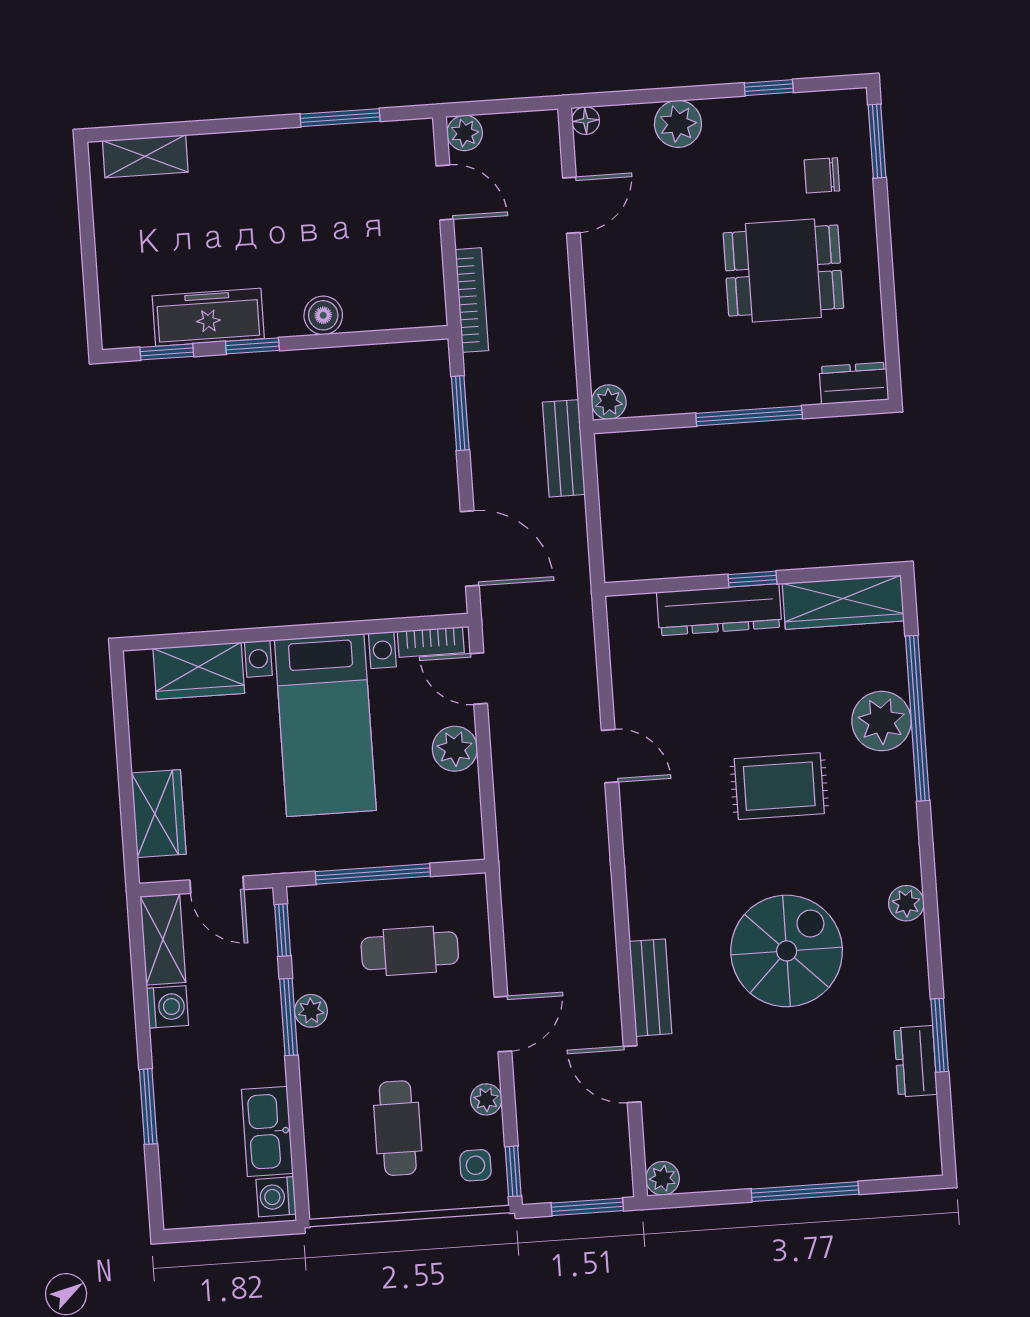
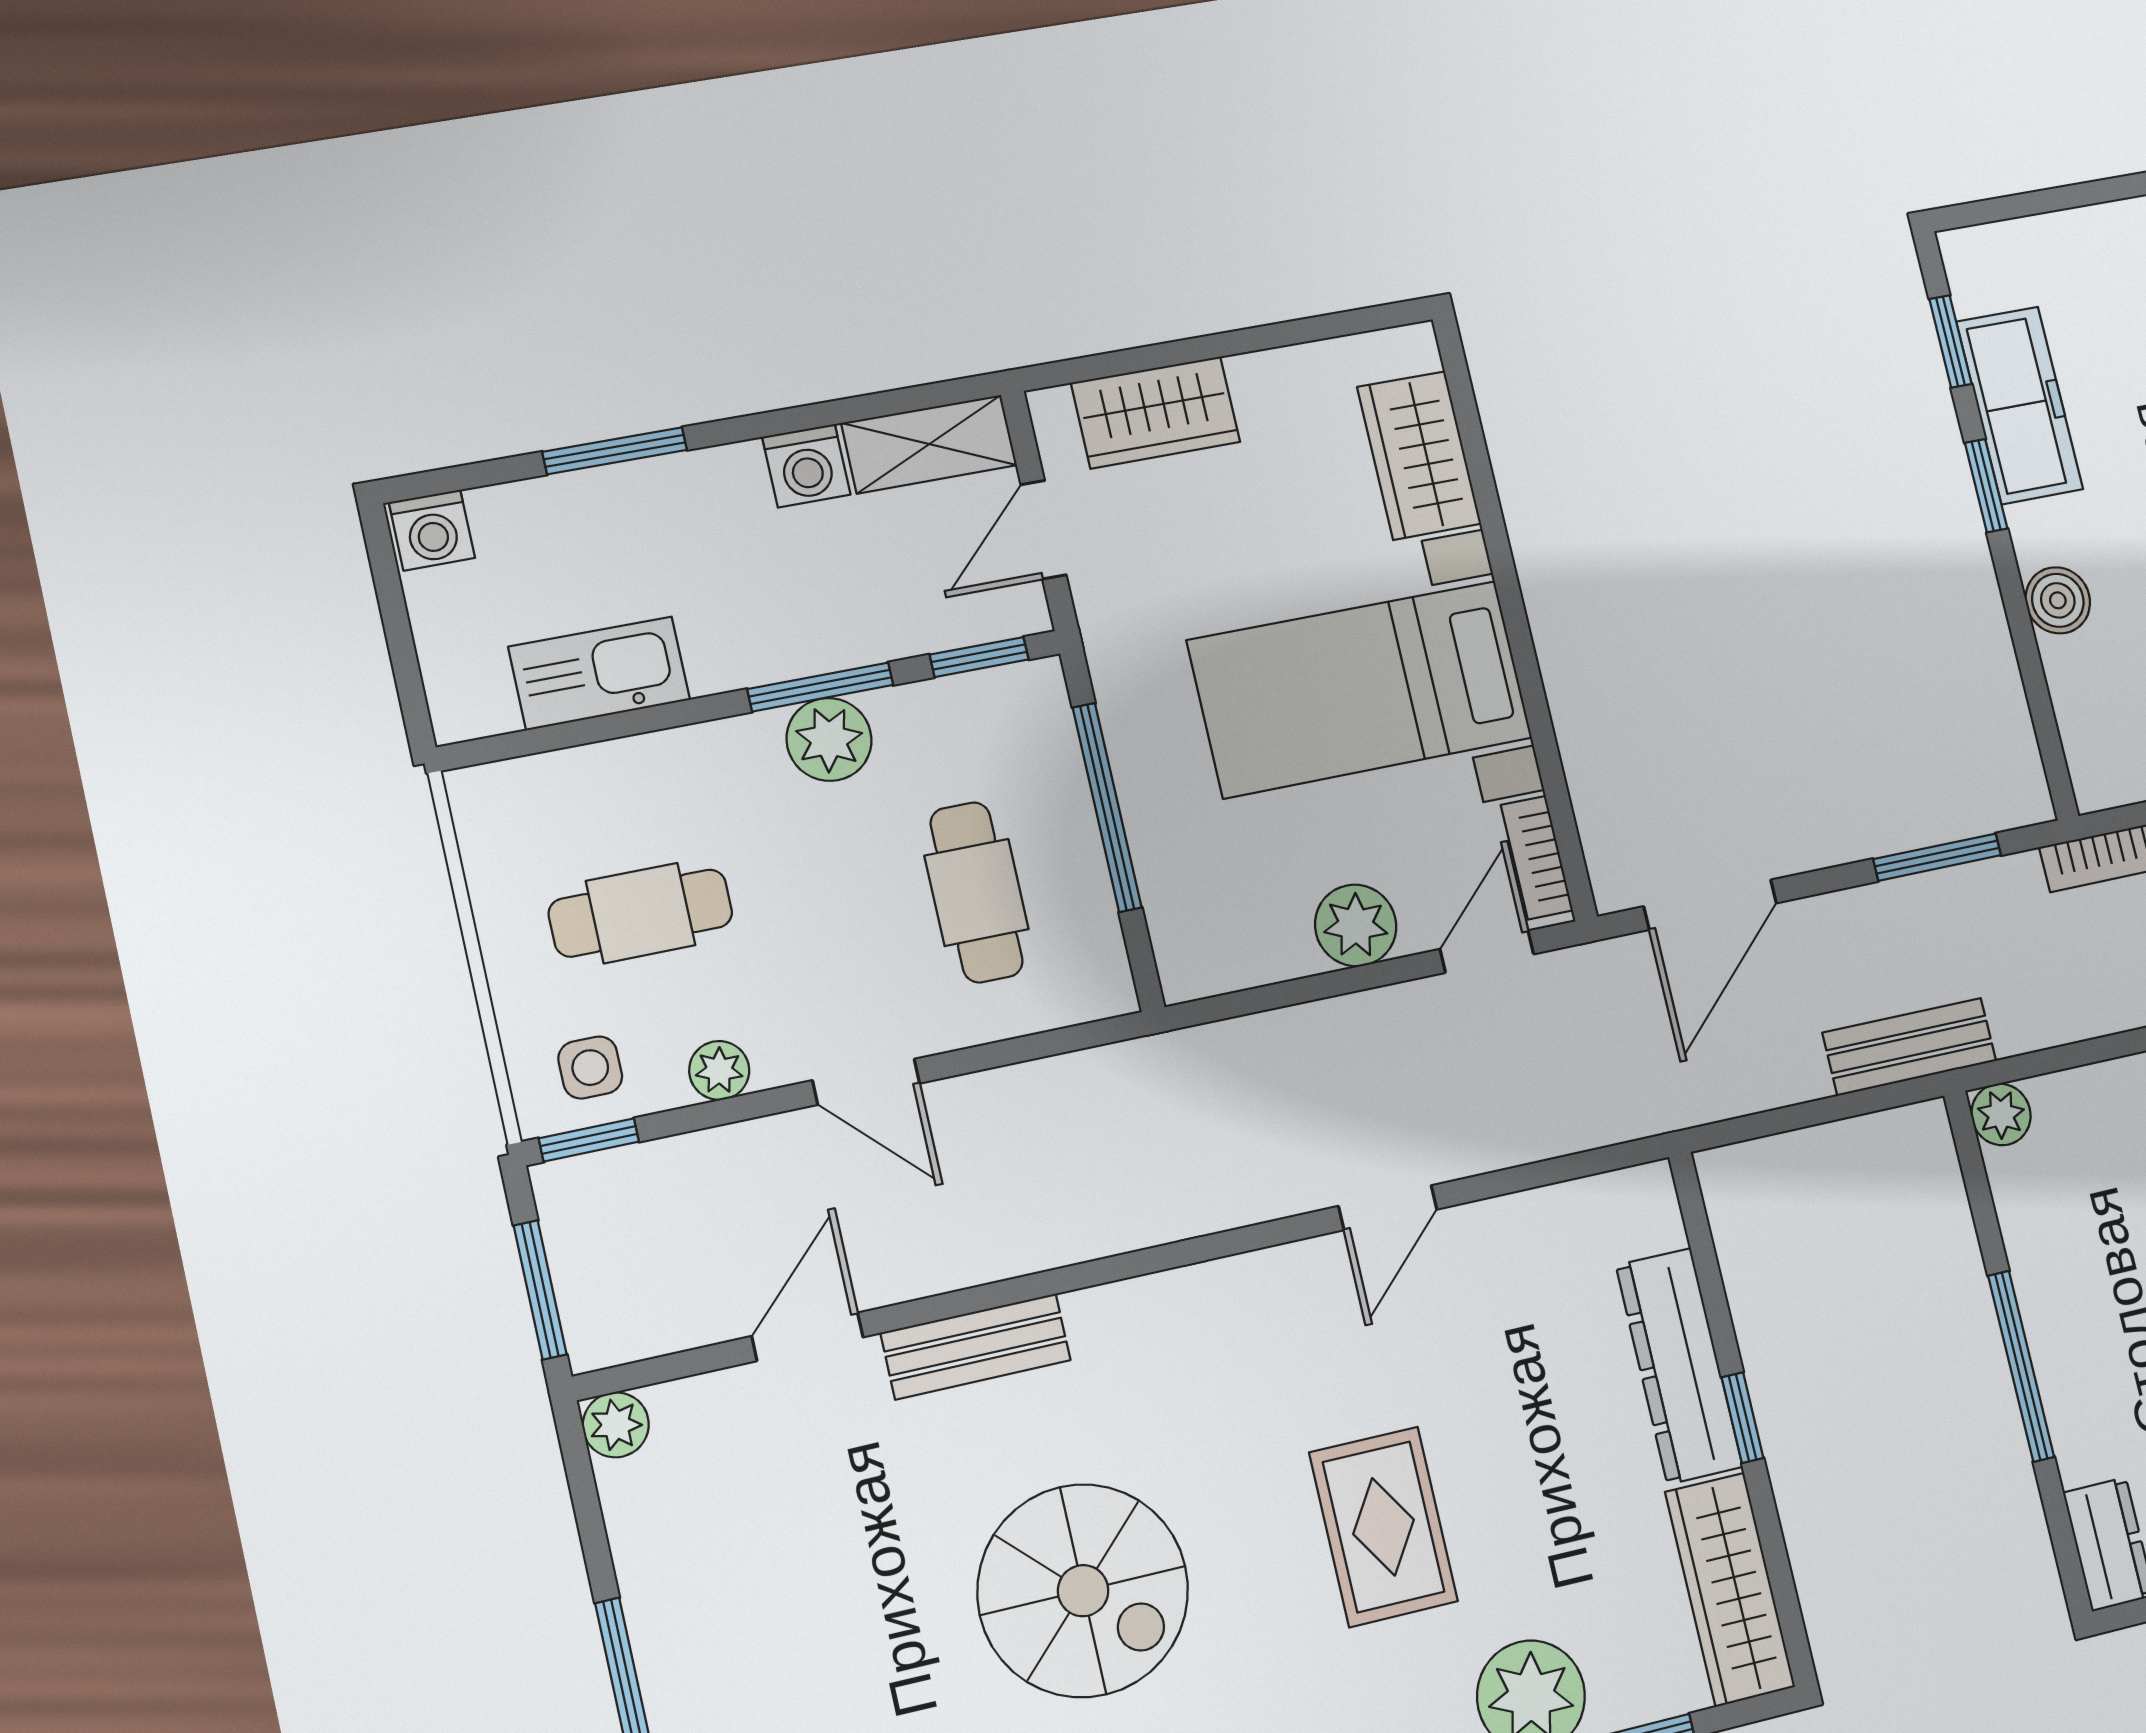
plant: (311, 1011) -> (829, 739), width x1.38, depth x1.38
washing machine: (276, 1197) -> (432, 530), moved, turned 180

